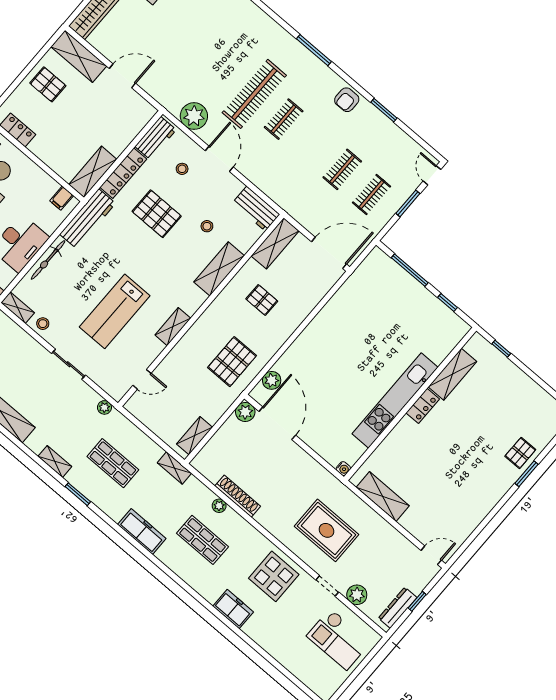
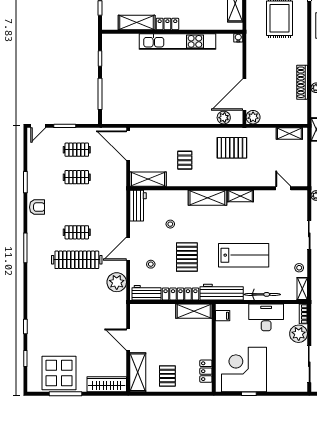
shelving: (219, 269) -> (207, 198), moved
lab bench: (115, 311) -> (244, 255), moved

